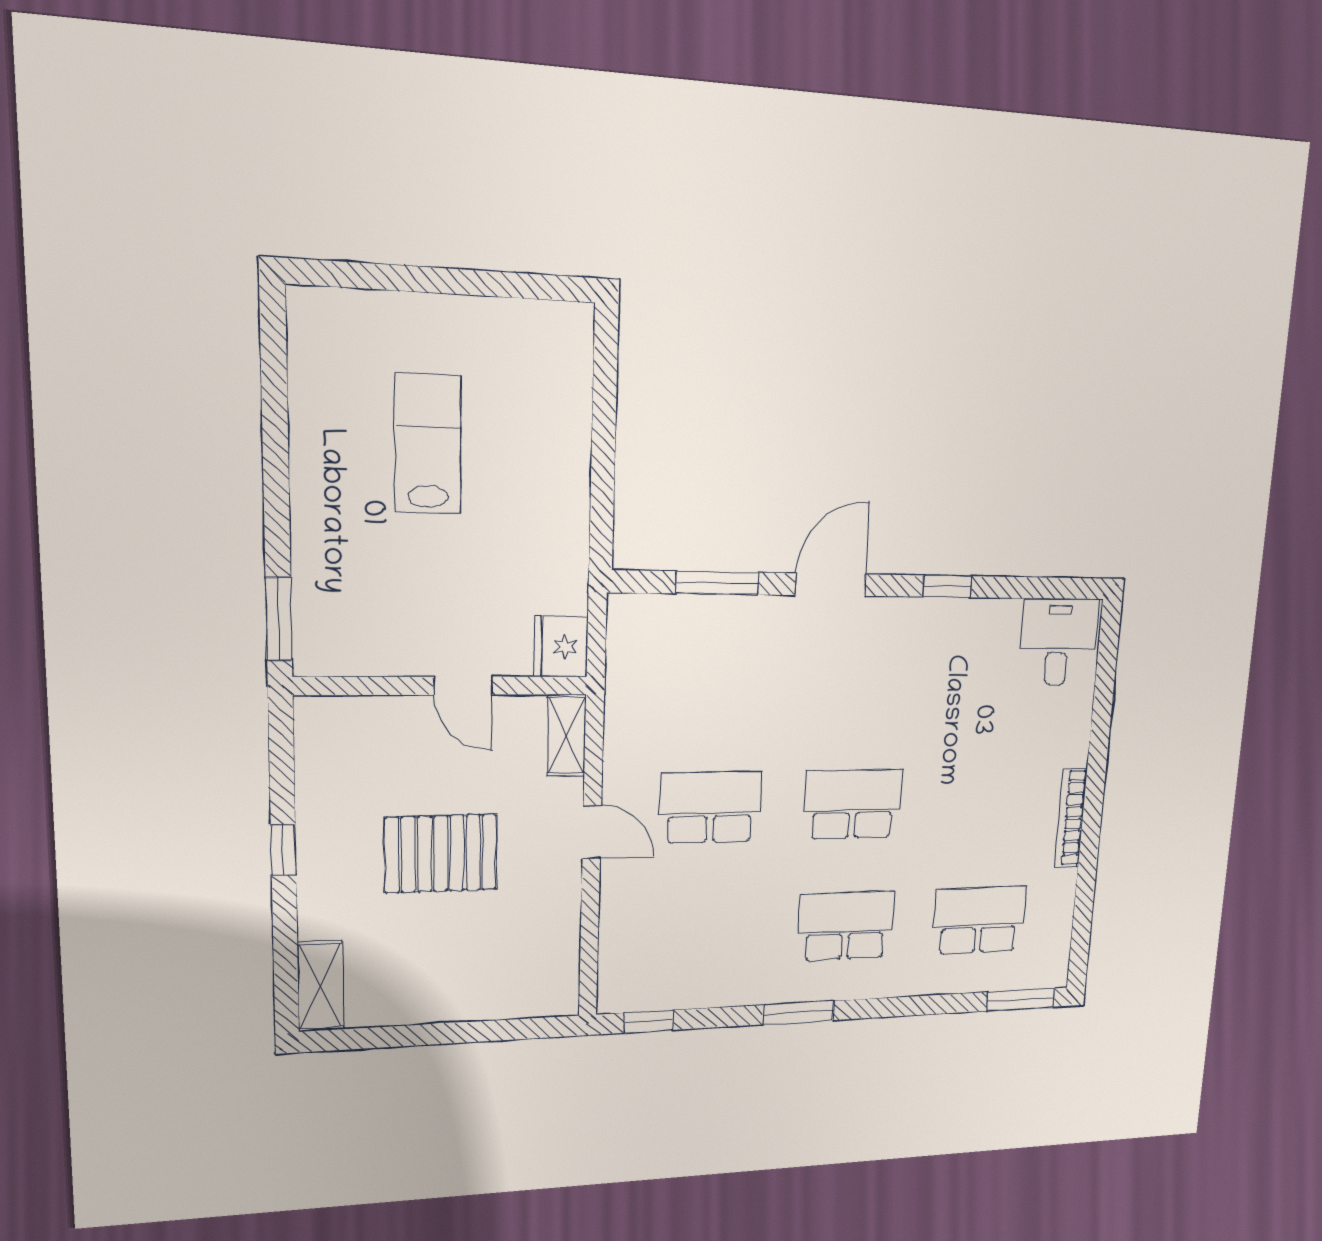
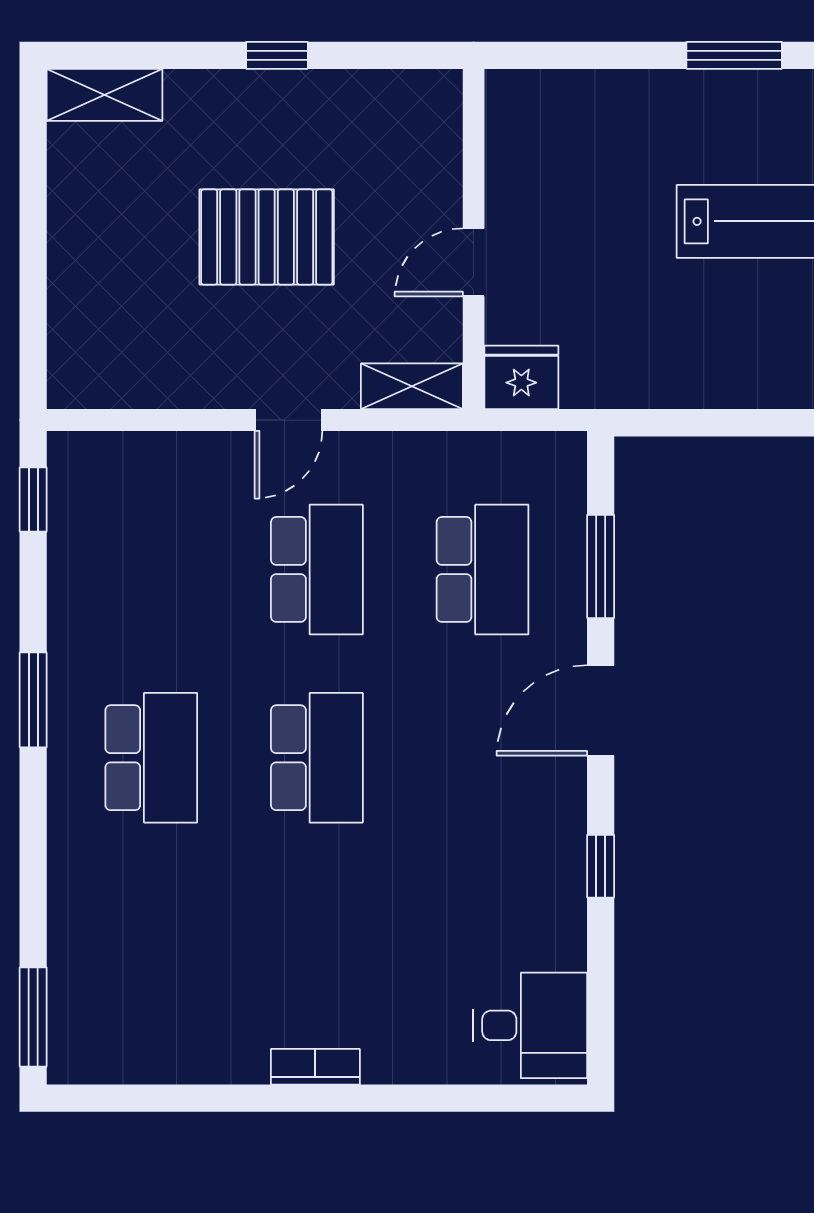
door: (830, 585) -> (601, 710), swing flipped
window: (279, 619) -> (734, 55), moved
bookcase: (1071, 818) -> (315, 1067), width x0.64
pallet: (441, 854) -> (267, 237), turned 90
school desk: (979, 920) -> (483, 569), moved

